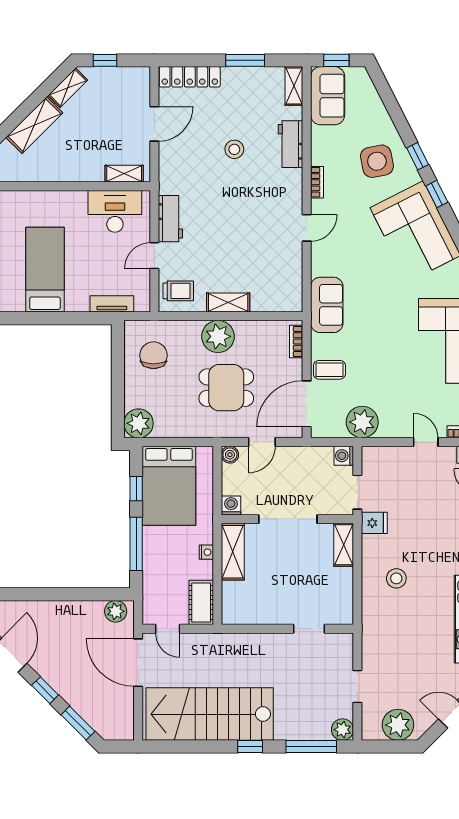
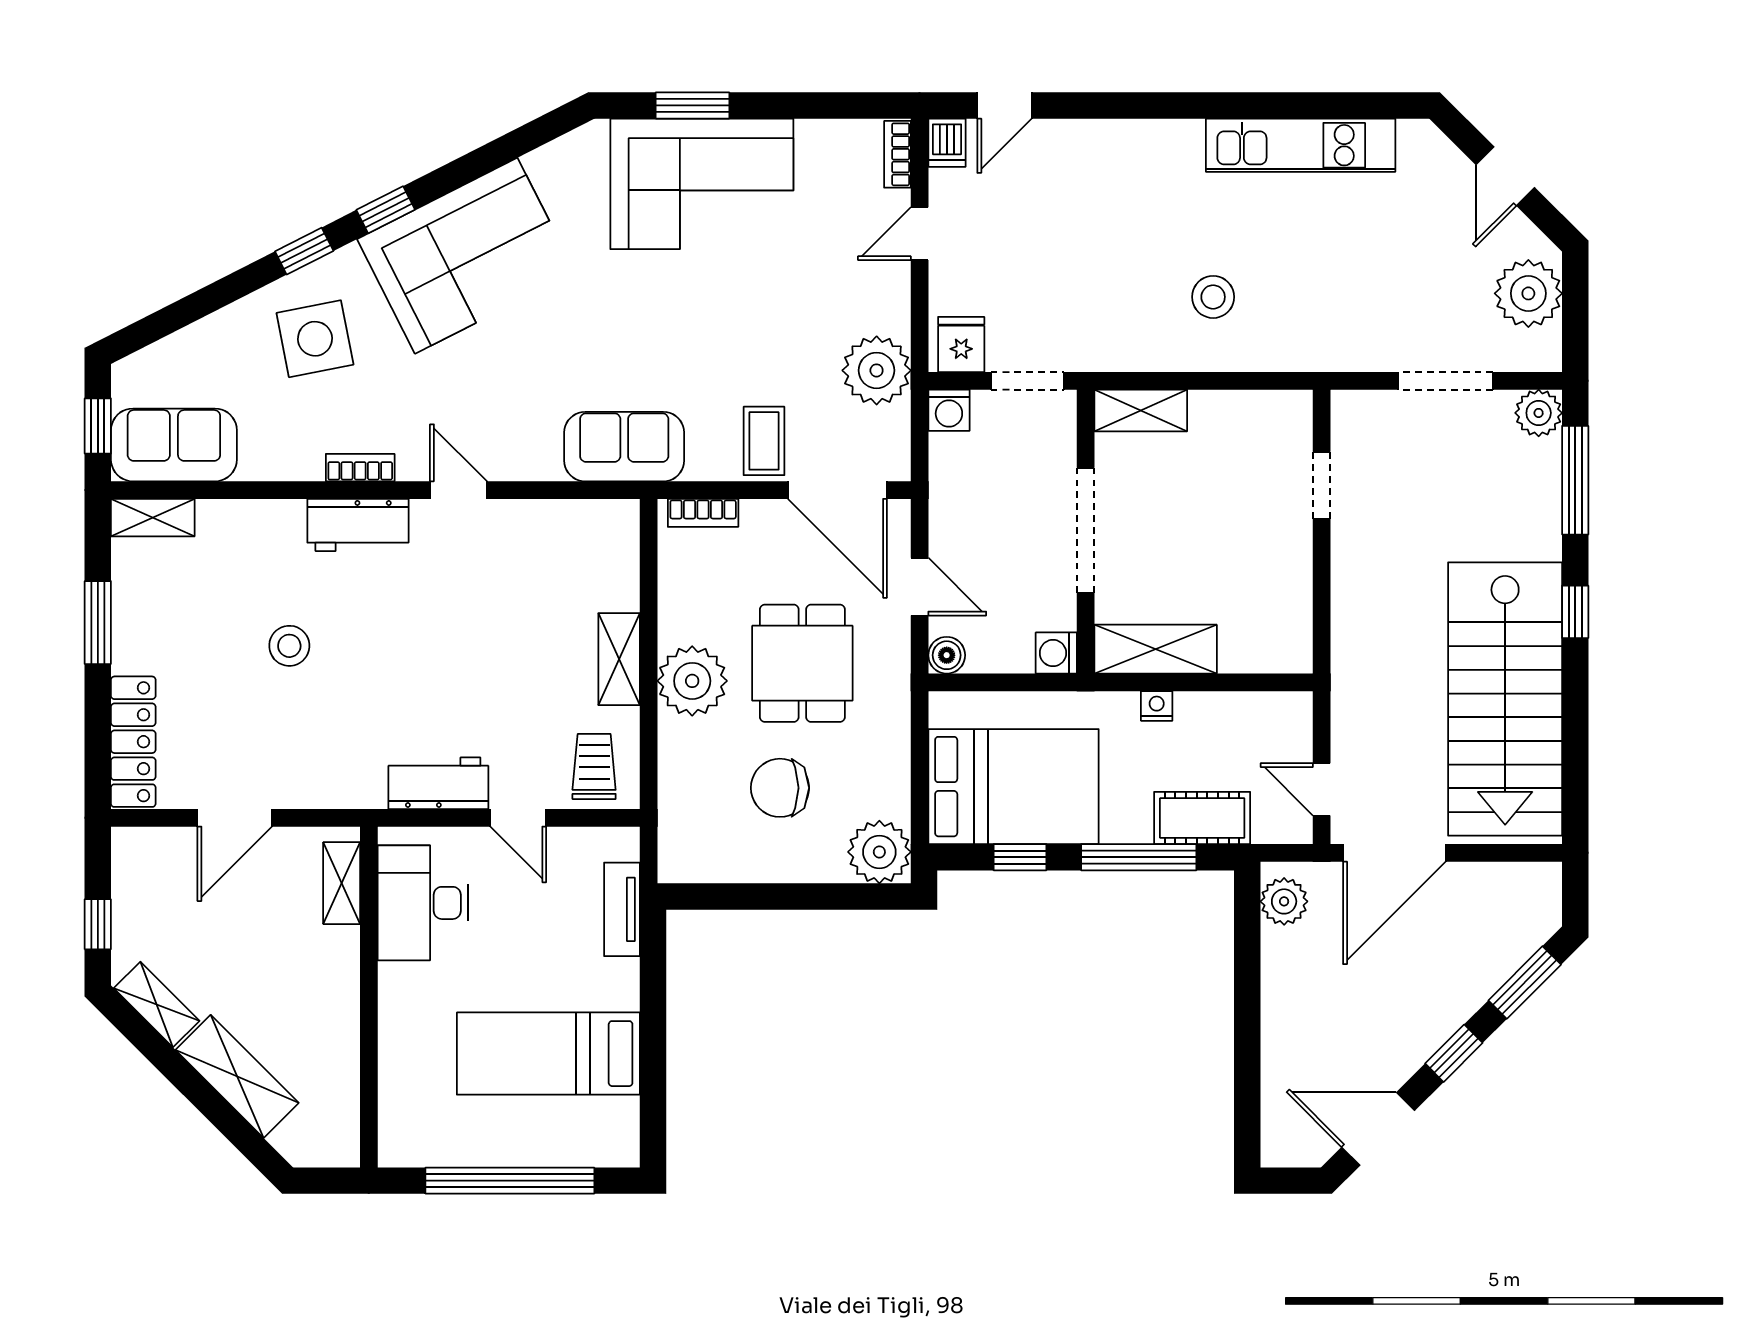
door: (154, 124) -> (235, 818), swing flipped
workbench: (290, 144) -> (358, 525), moved
chair: (153, 355) -> (780, 788), moved
fridge: (374, 523) -> (961, 344), moved
cot: (201, 602) -> (1202, 818), moved
door: (168, 629) -> (1322, 789), swing flipped
doorway: (357, 686) -> (1446, 381), width x1.38

